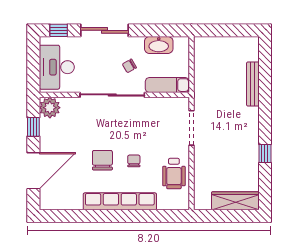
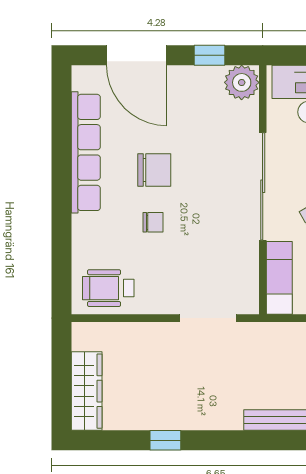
wheelchair: (174, 174) -> (108, 288), moved
row of seats: (120, 201) -> (86, 152), moved

